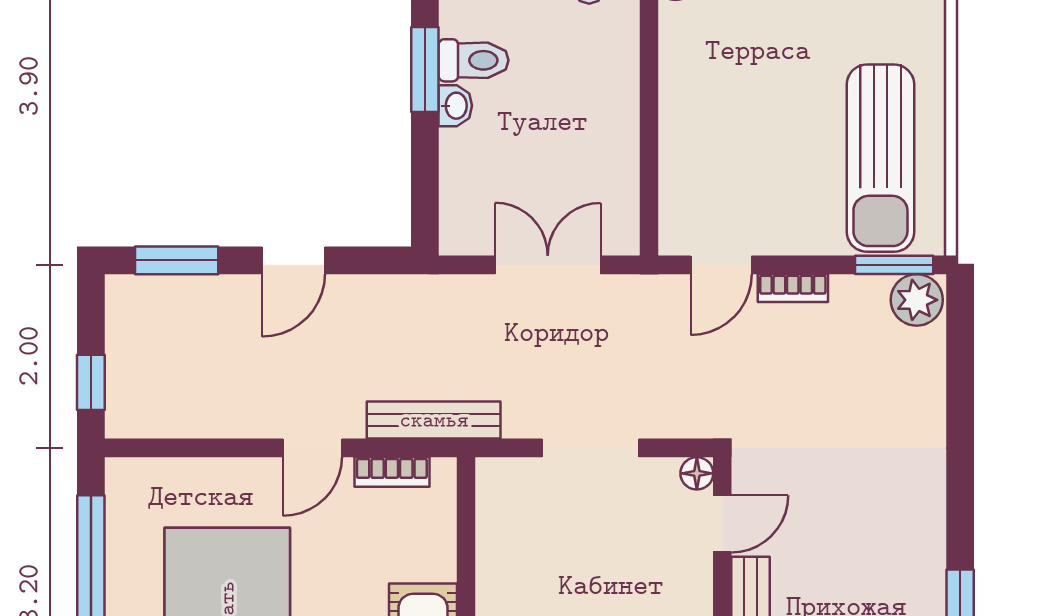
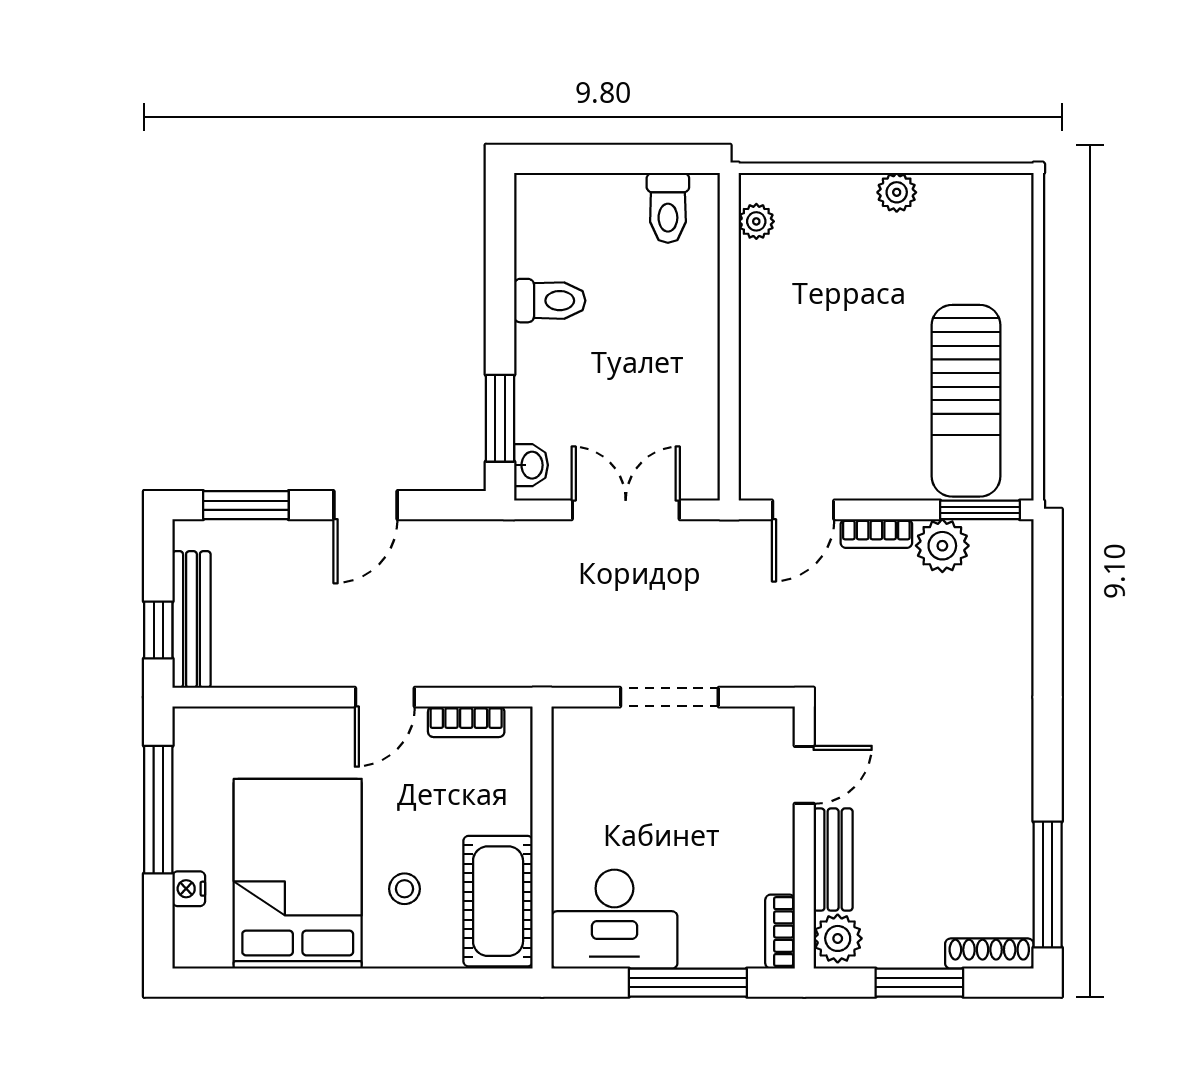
window: (425, 69) -> (500, 418), moved
washbasin: (455, 106) -> (531, 465), moved
plant: (917, 300) -> (942, 546), moved
bench: (434, 420) -> (191, 619), moved, turned 90
floor lamp: (697, 473) -> (778, 723), removed

